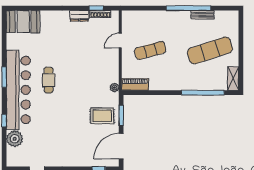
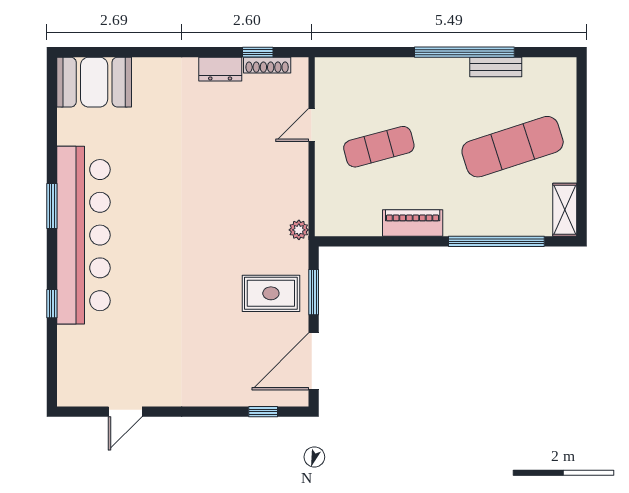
cafe table: (49, 80) -> (151, 213), removed
piano: (135, 84) -> (413, 223), moved
plant: (15, 139) -> (75, 345), removed

